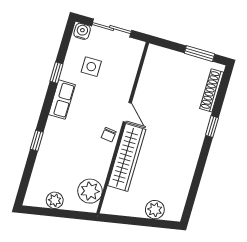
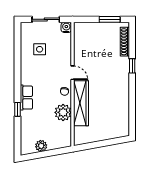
water cooler: (82, 31) -> (66, 27), moved
window: (57, 73) -> (17, 60), removed
row of seats: (62, 100) -> (26, 98), moved
plant: (90, 191) -> (63, 112), moved
plant: (155, 210) -> (110, 133), removed

